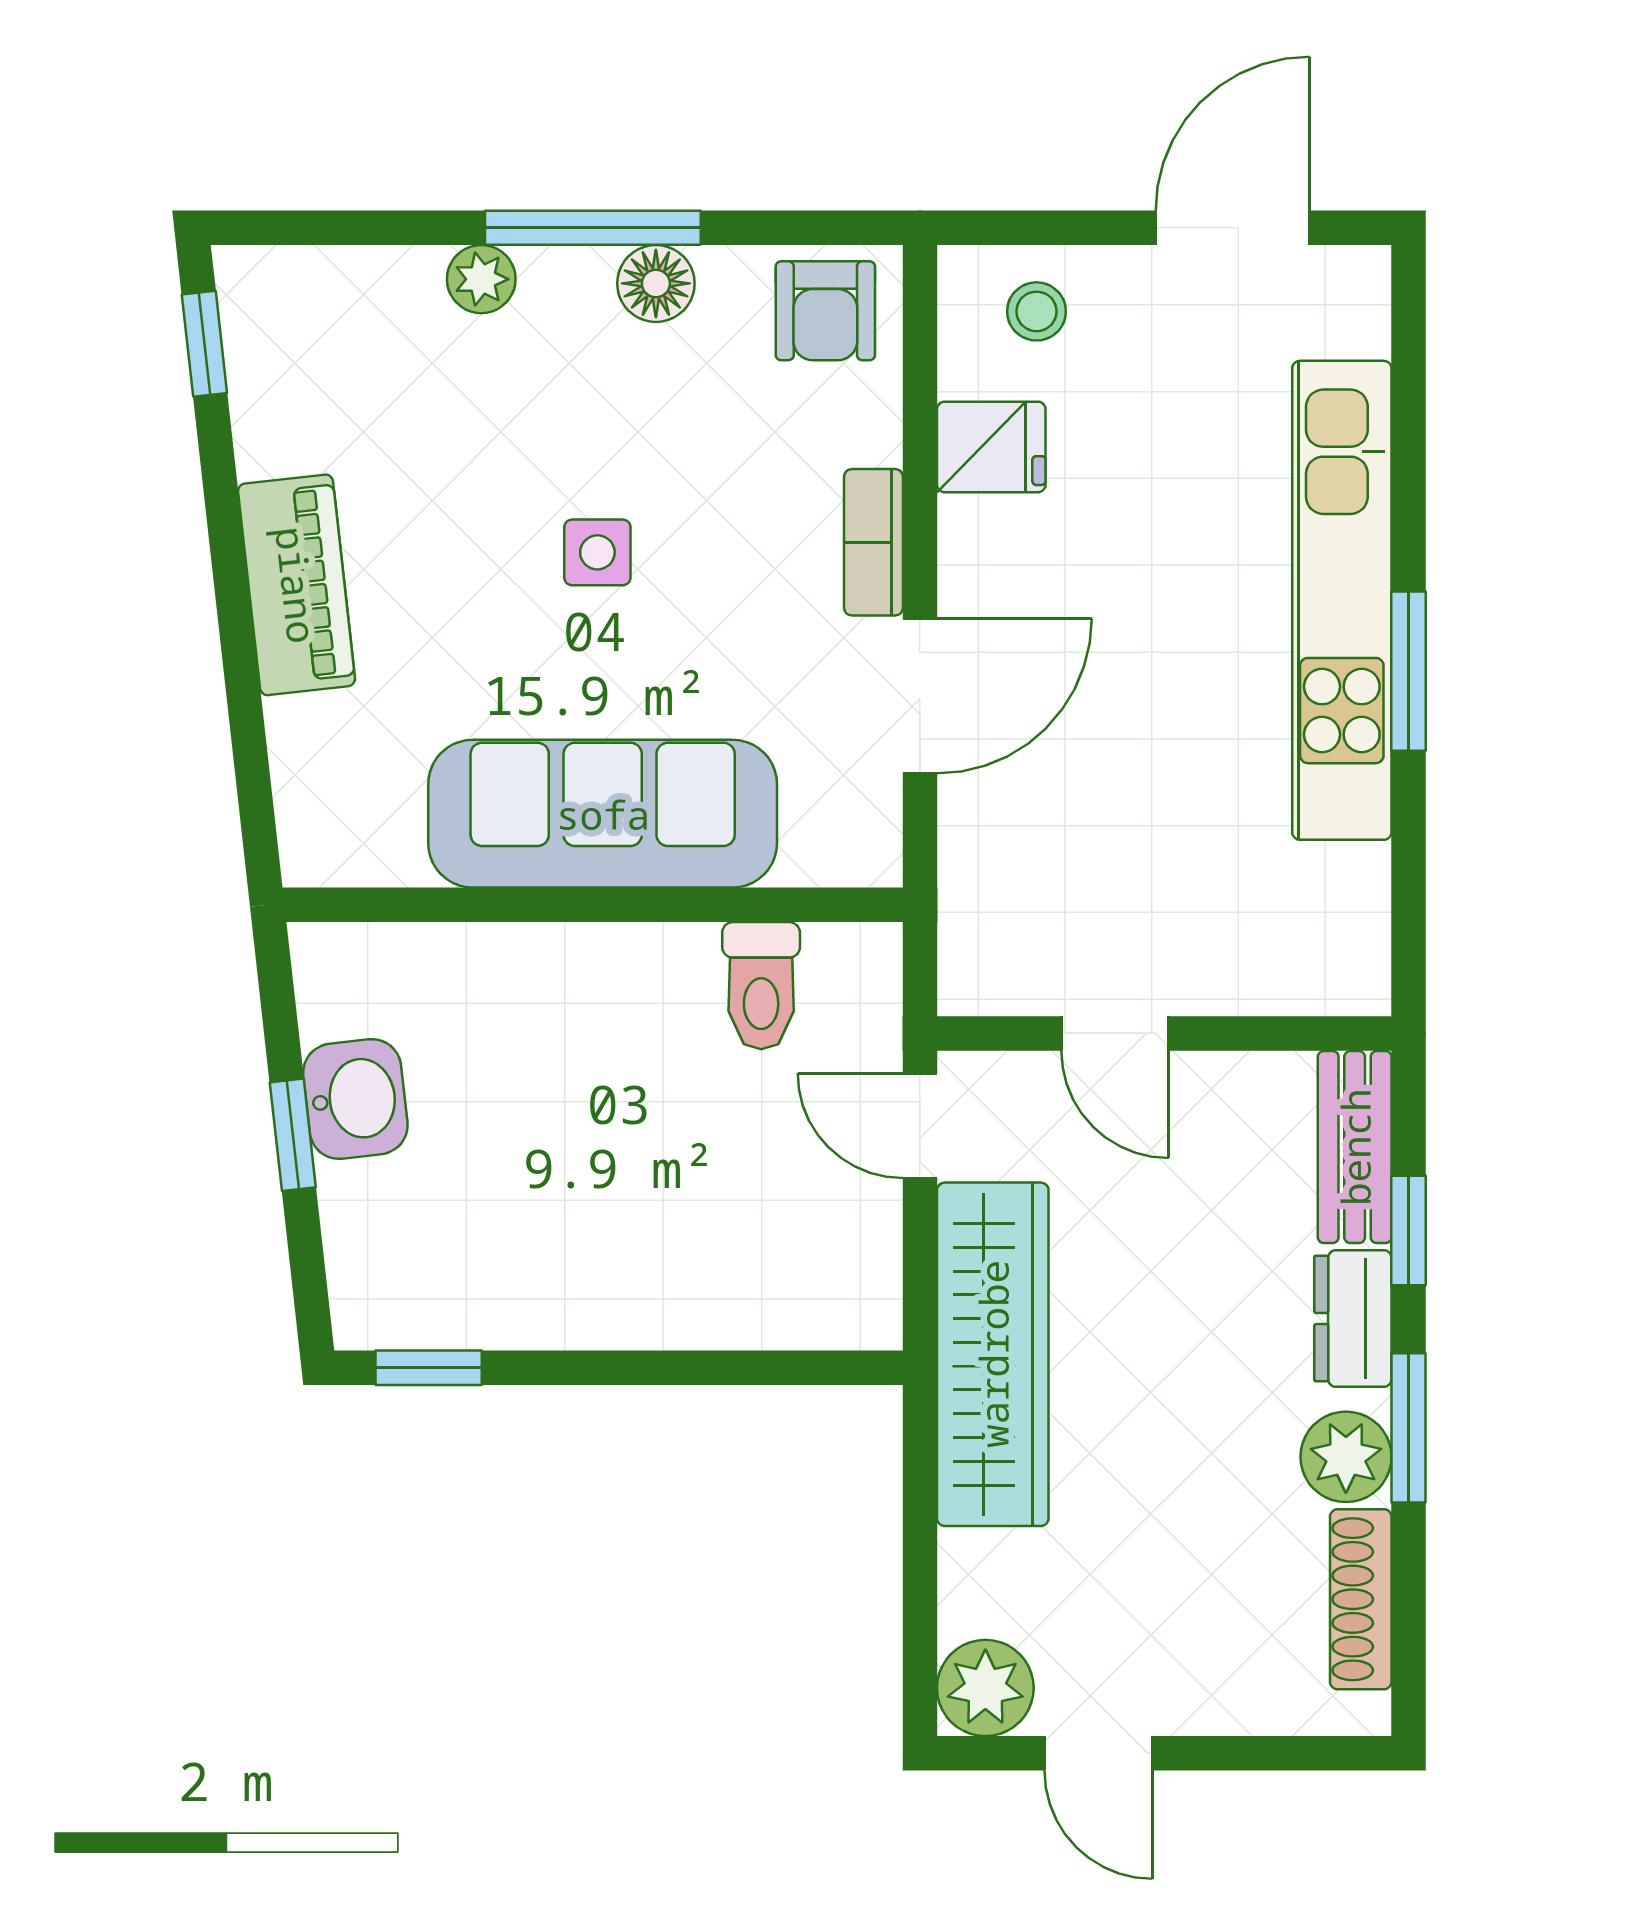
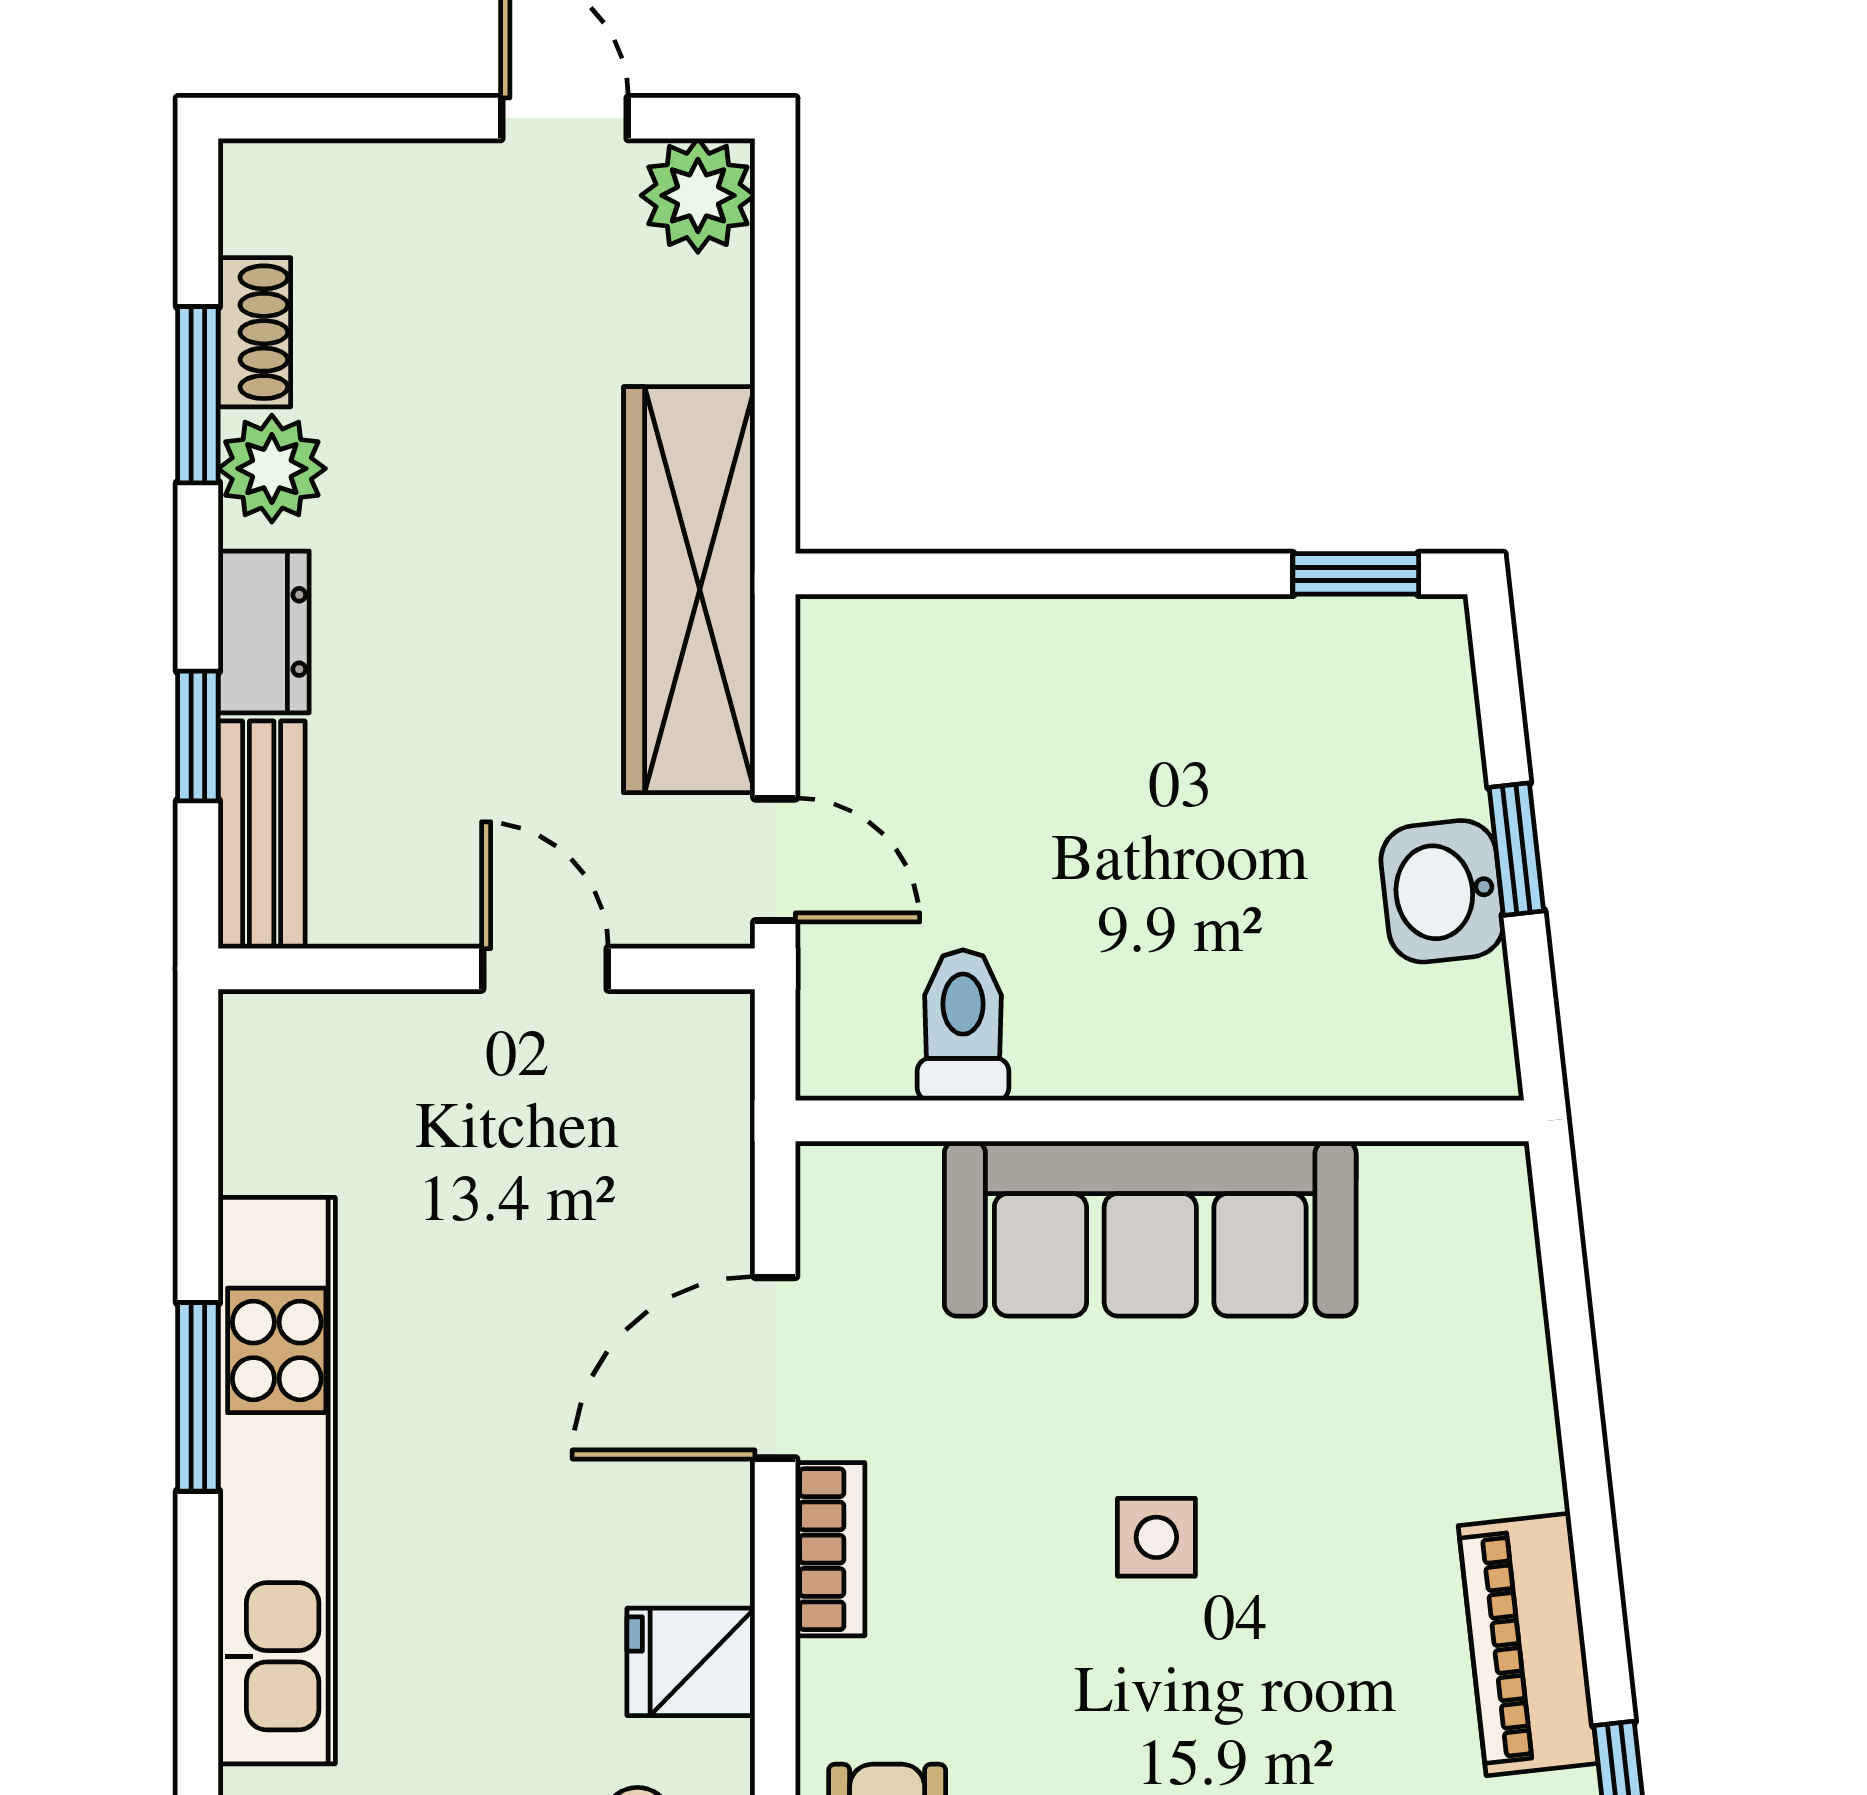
piano: (297, 585) -> (1528, 1644), moved
window: (1409, 1428) -> (198, 395), moved
shoe rack: (1361, 1599) -> (254, 332), width x0.70

